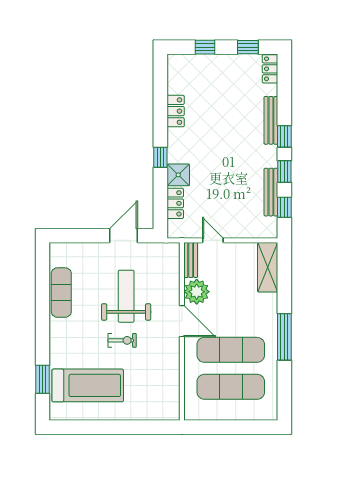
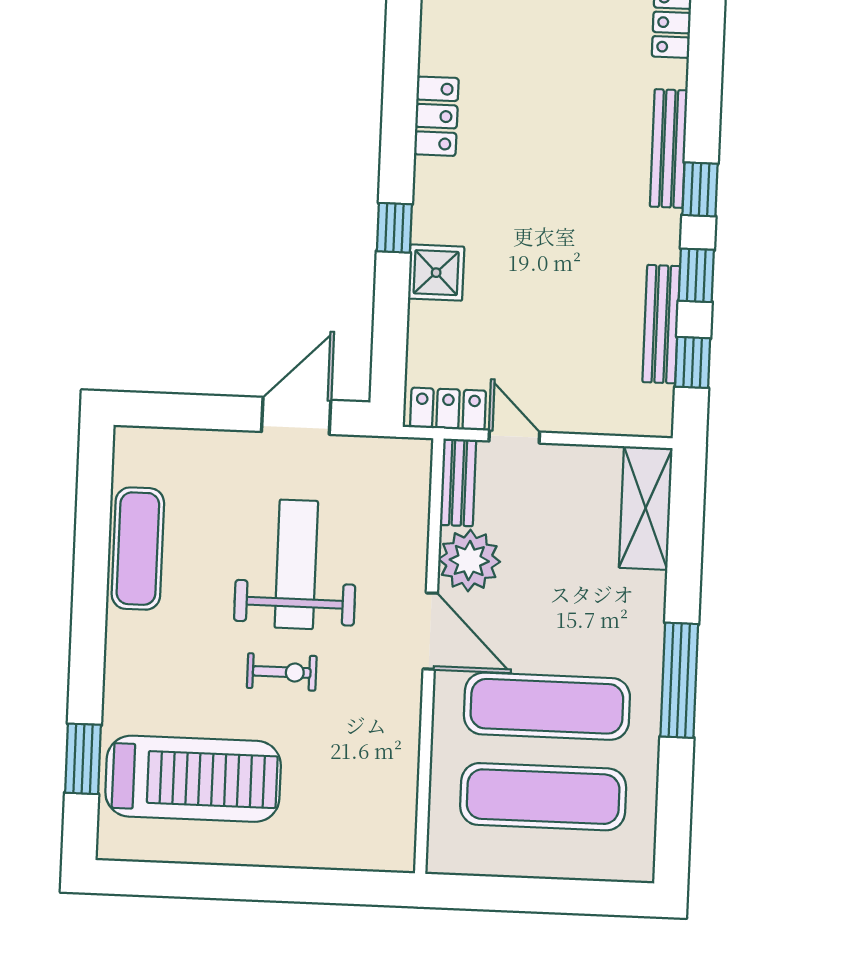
locker: (175, 203) -> (448, 409), moved, turned -90

